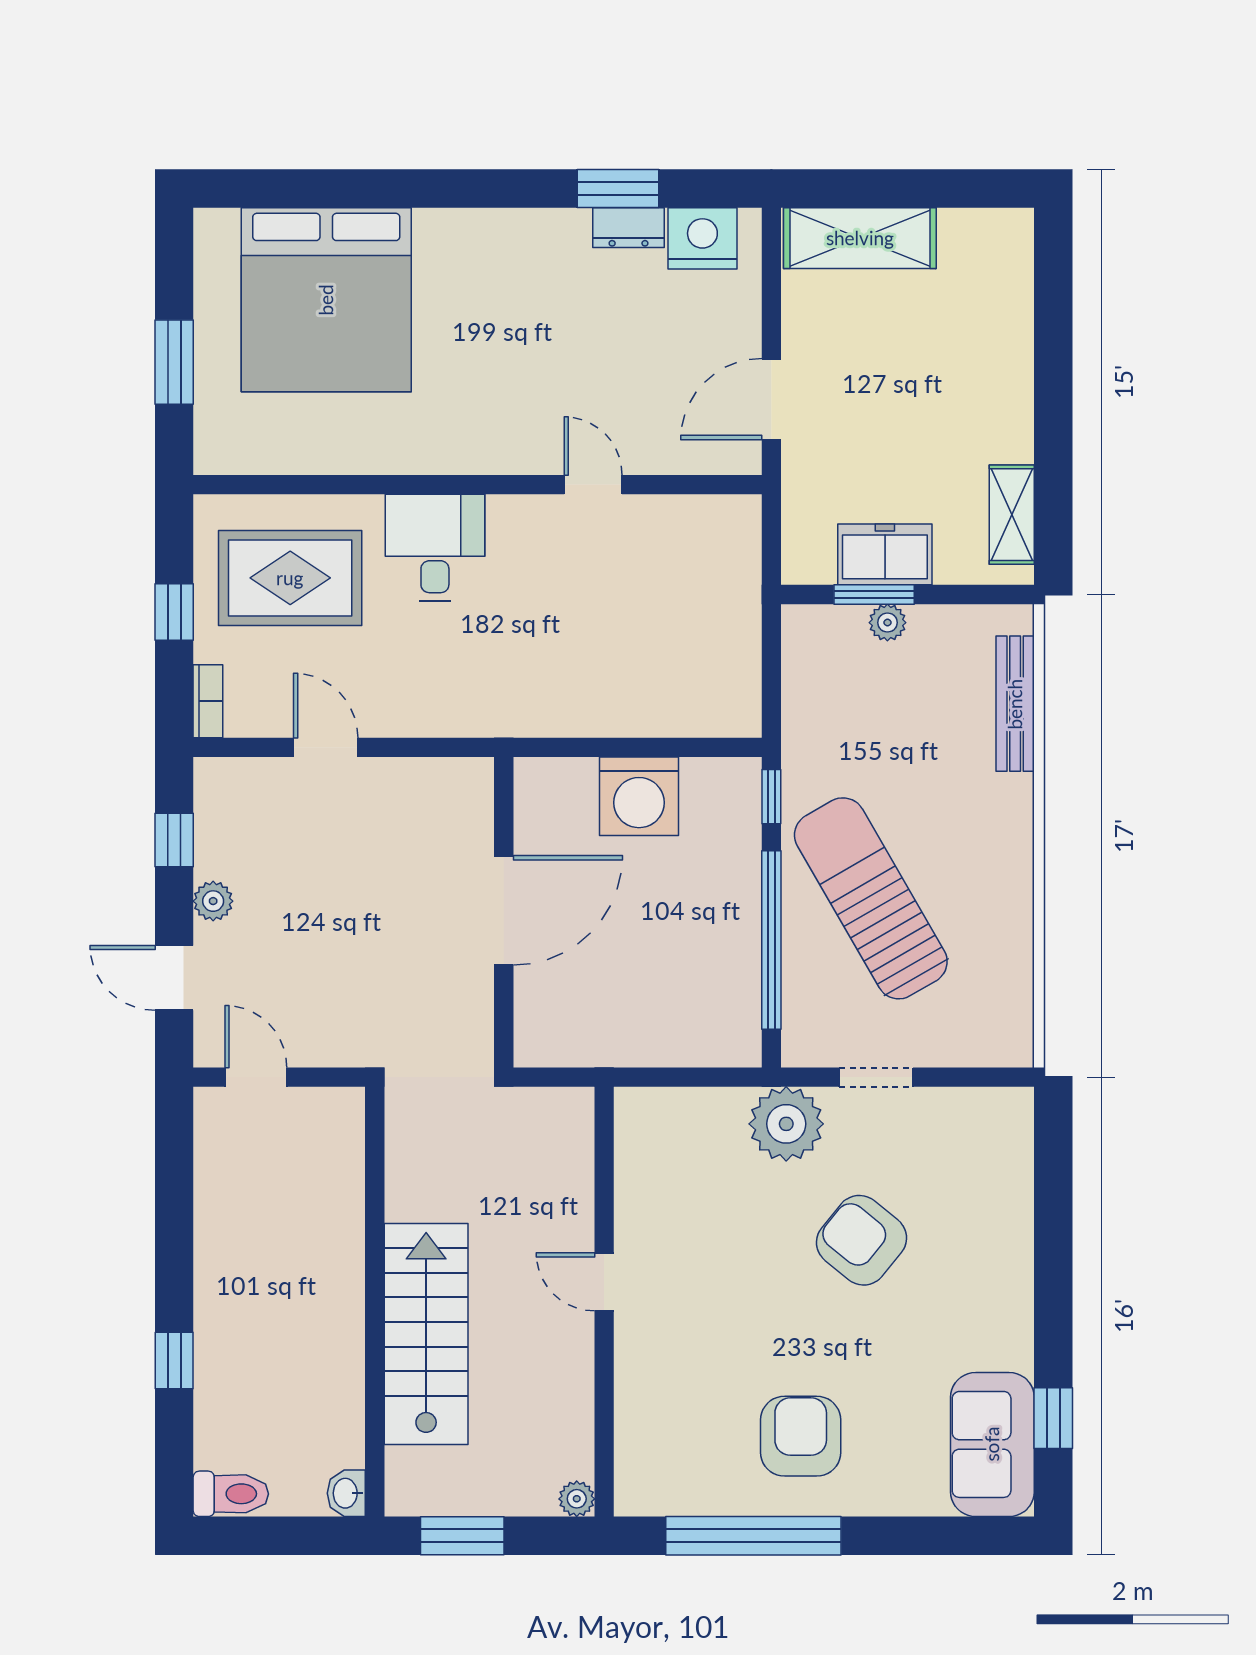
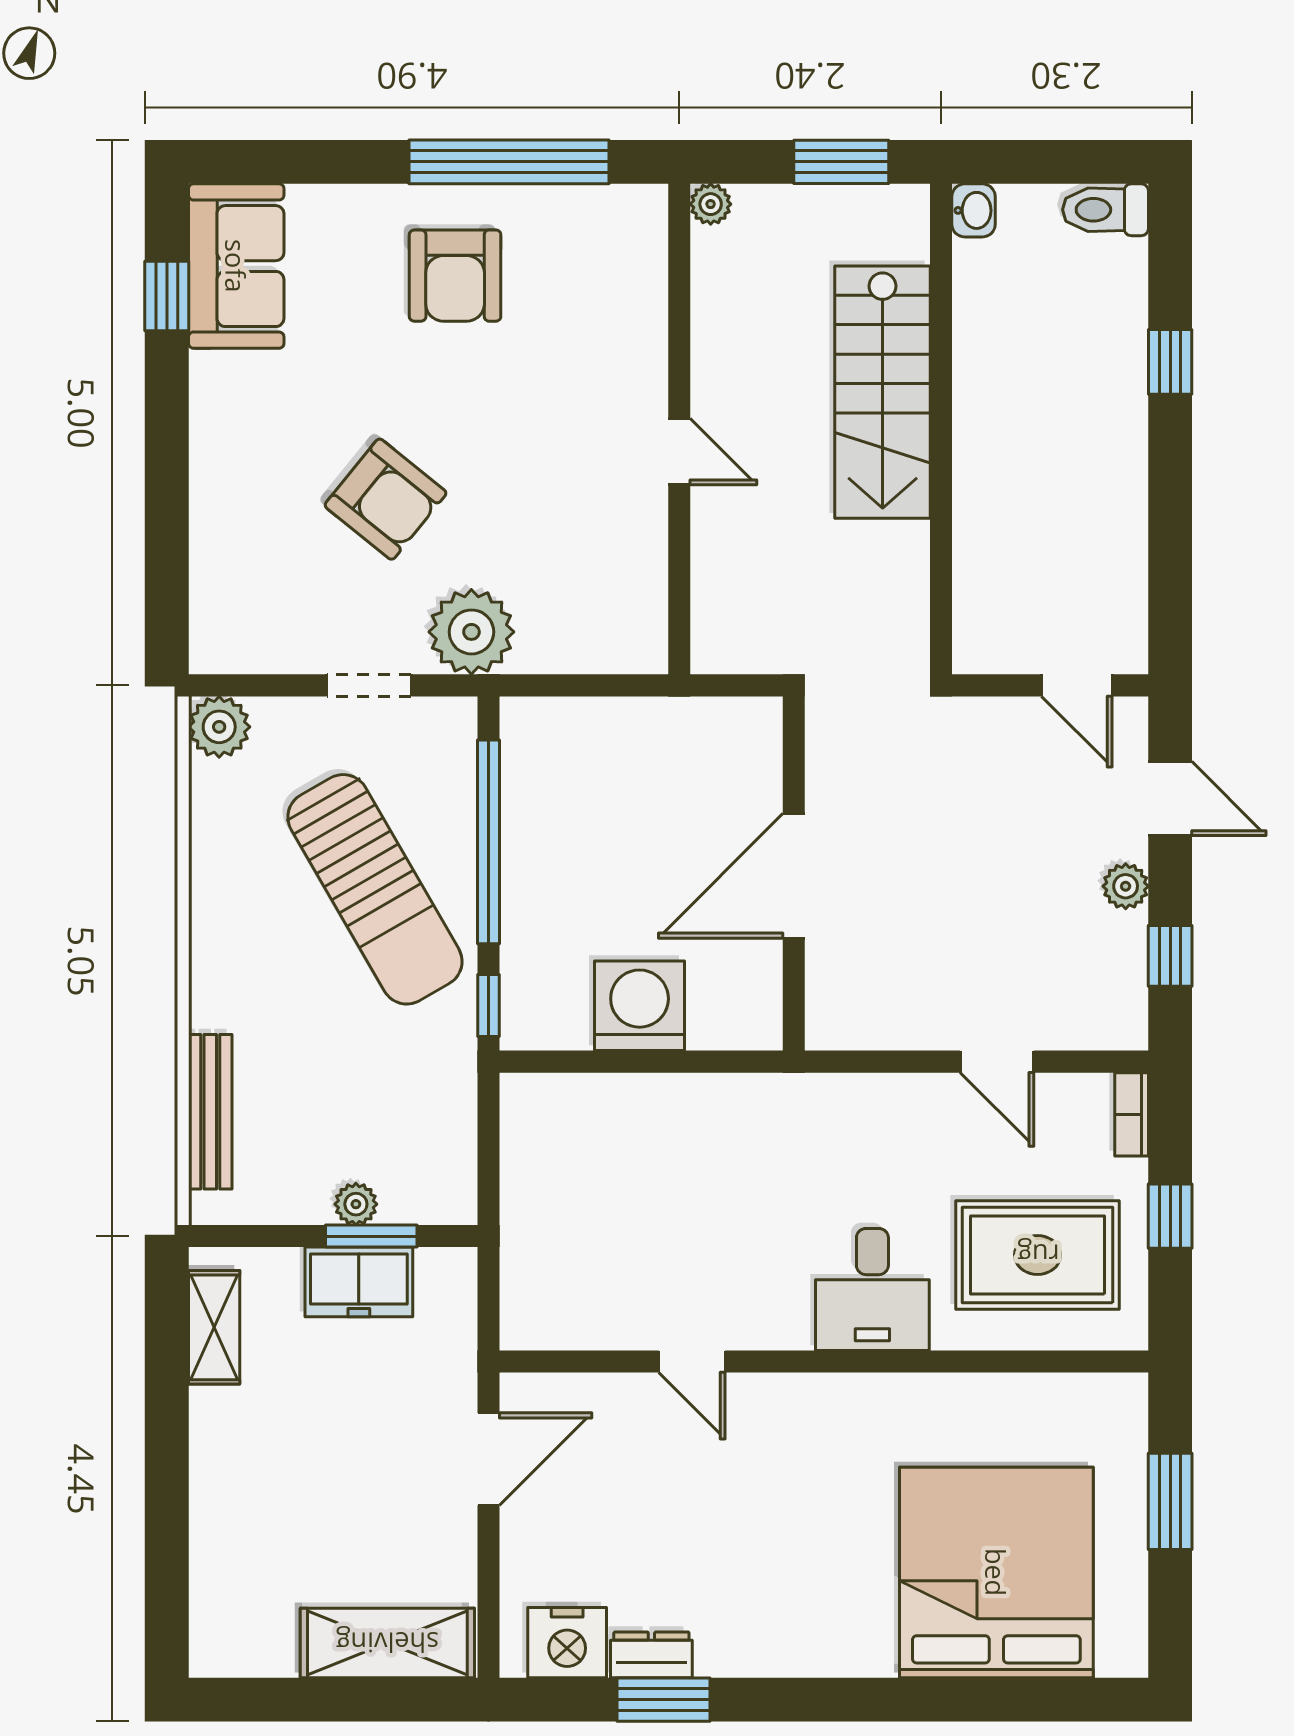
plant: (1007, 1041) -> (219, 727), added

